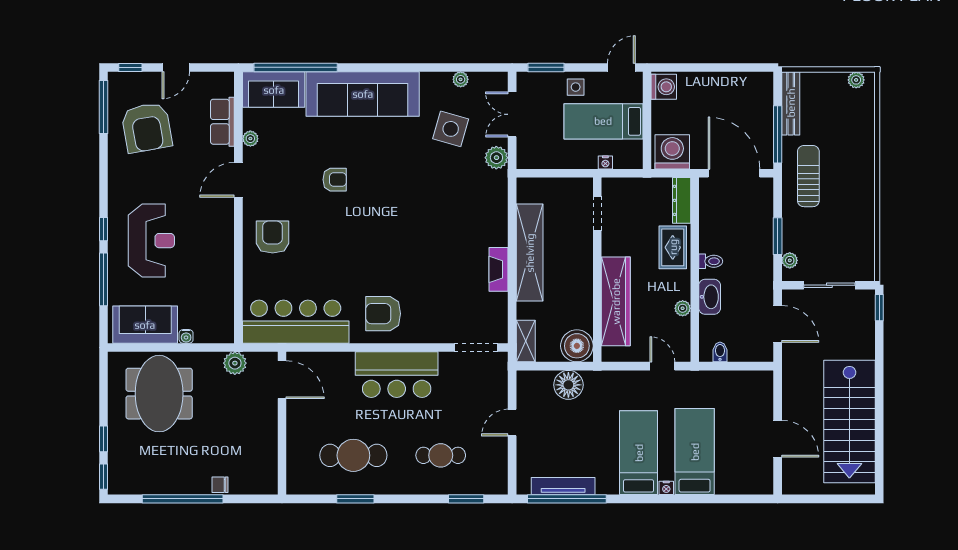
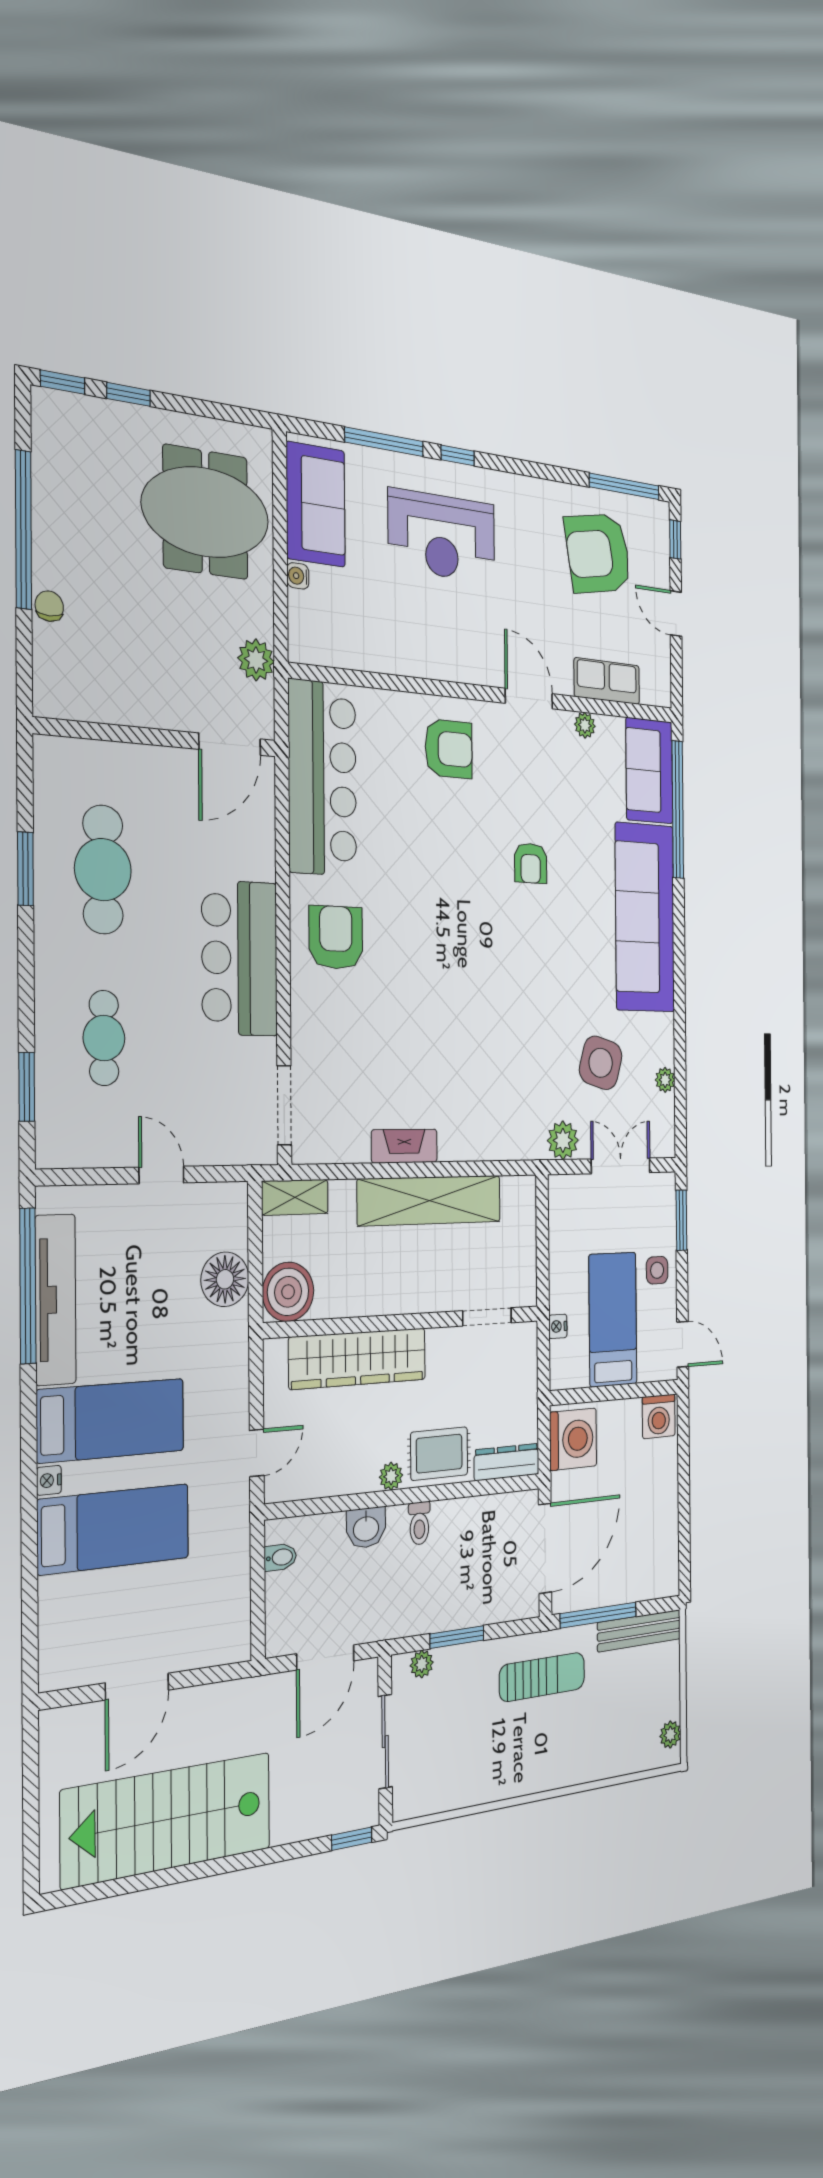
washbasin: (710, 297) -> (366, 1528), width x0.72
plant: (683, 308) -> (391, 1476), moved
tv unit: (563, 486) -> (55, 1300), width x1.36, depth x1.29

